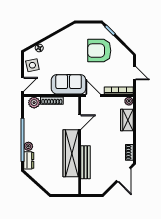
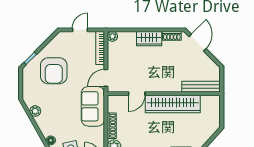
plant: (65, 35) -> (35, 111), added
wardrobe: (127, 120) -> (149, 39), moved
door: (80, 122) -> (137, 94), swing flipped
bench: (86, 162) -> (201, 87), moved
door: (124, 175) -> (198, 43), hinge flipped

